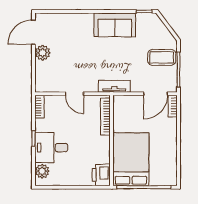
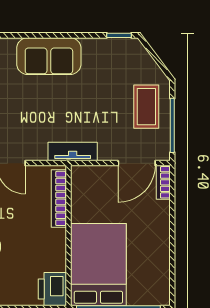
sofa: (115, 25) -> (49, 56), moved
coffee table: (162, 57) -> (146, 107), turned 90

